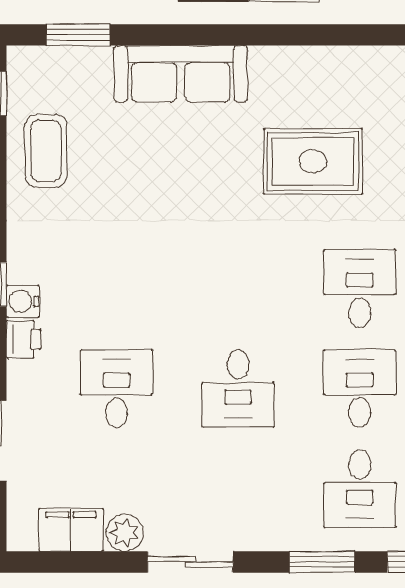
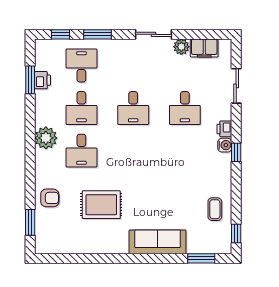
coffee table: (46, 151) -> (215, 209), width x0.73, depth x0.77
desk: (238, 389) -> (133, 108), turned 180

